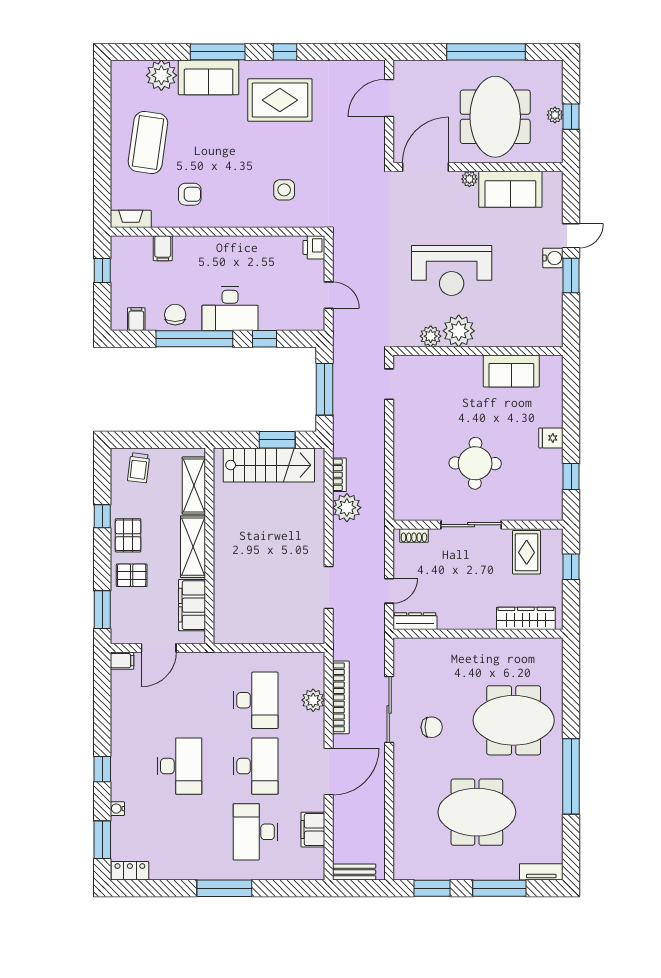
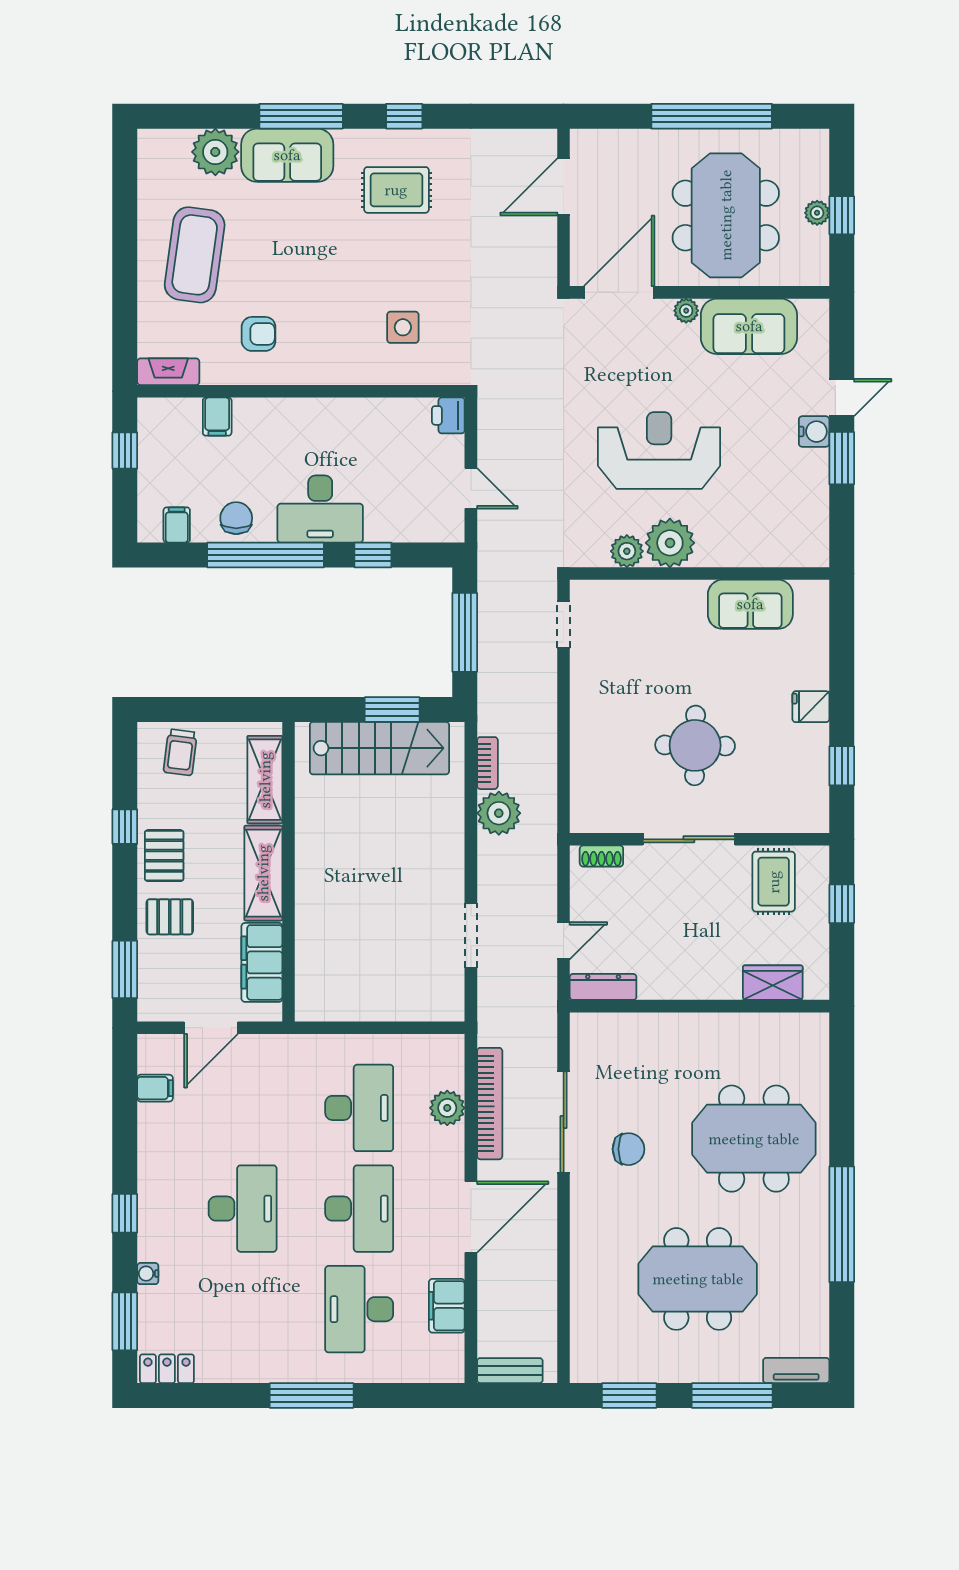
rug: (280, 100) -> (396, 190), width x0.73, depth x0.70
reception desk: (452, 270) -> (659, 450), turned 180
wardrobe: (526, 618) -> (773, 983), width x0.67
filing cabinet: (122, 661) -> (155, 1088), moved

